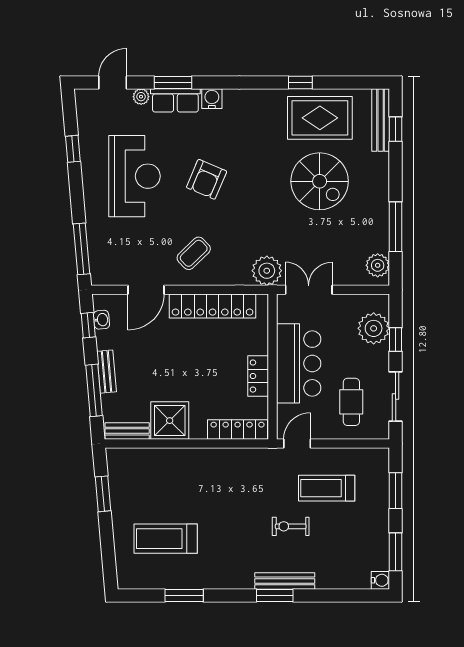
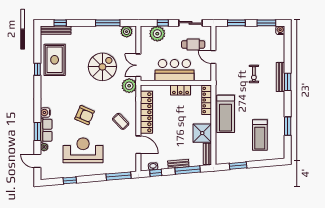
spiral stairs: (320, 181) -> (102, 67), moved
door: (297, 444) -> (213, 57), moved
treadmill: (327, 488) -> (226, 114), moved, width x1.37, depth x1.38

